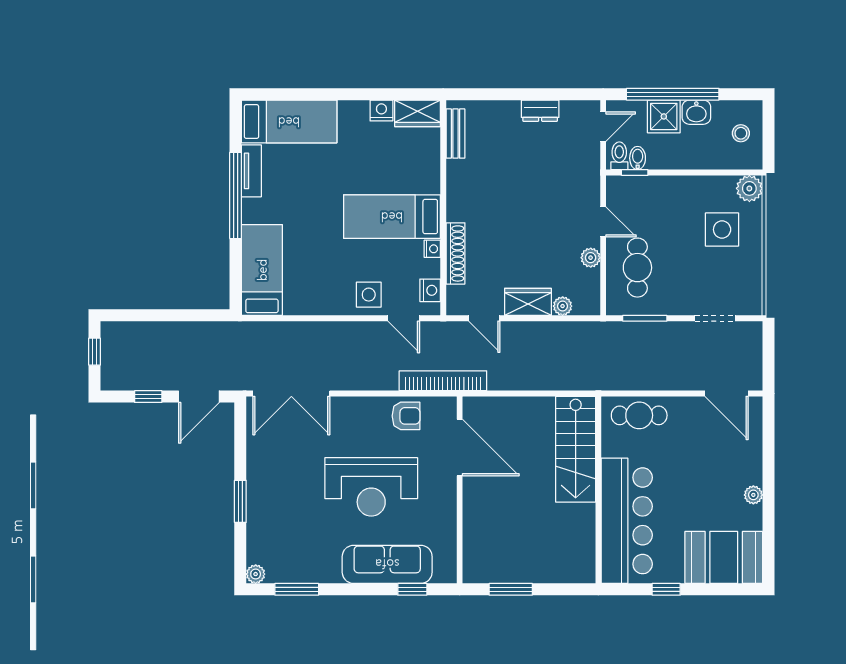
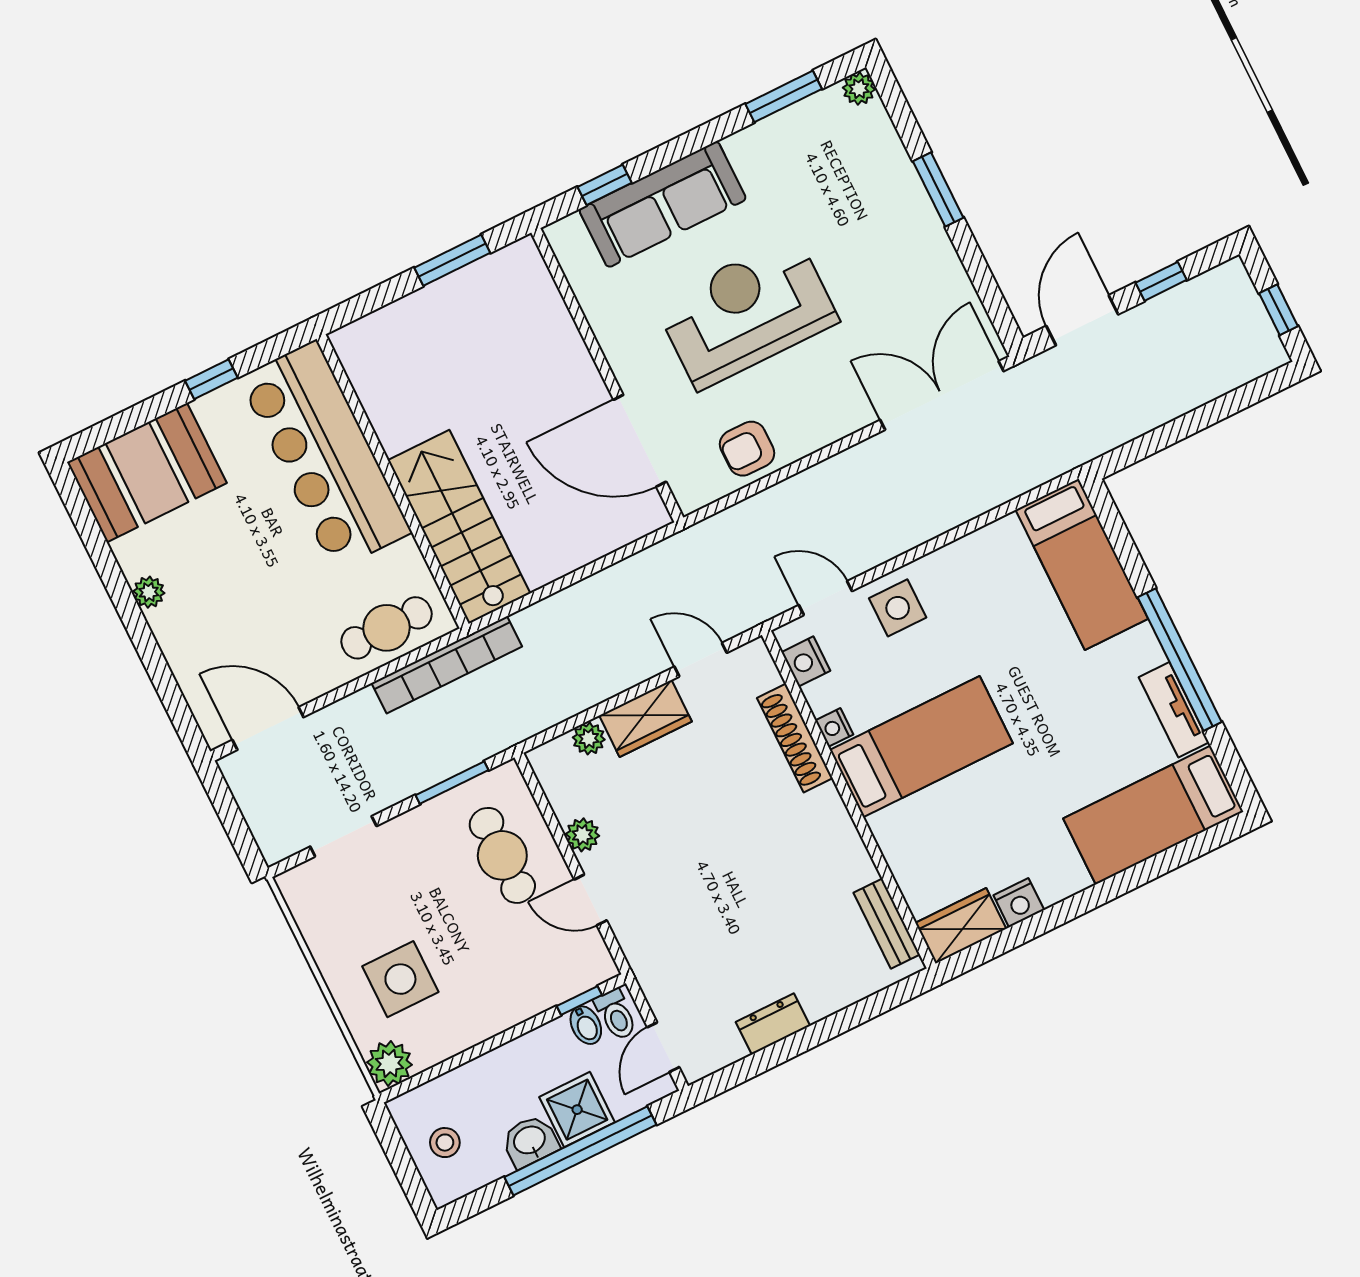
bookcase: (443, 381) -> (447, 665), moved

